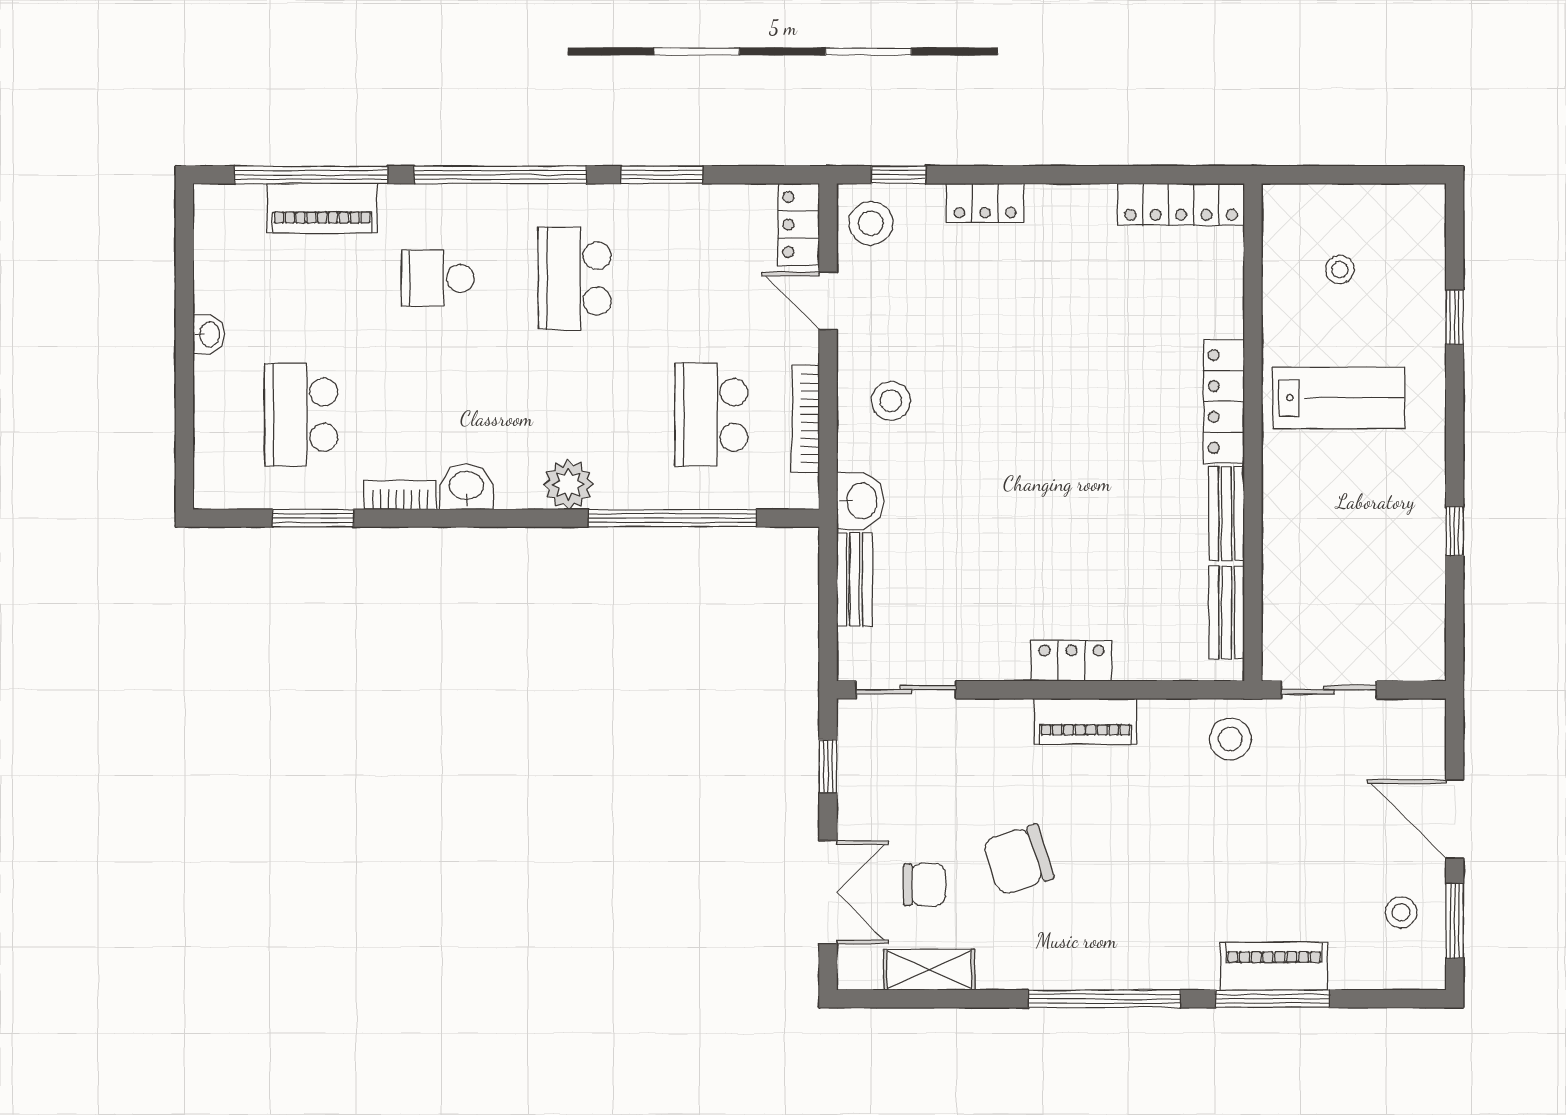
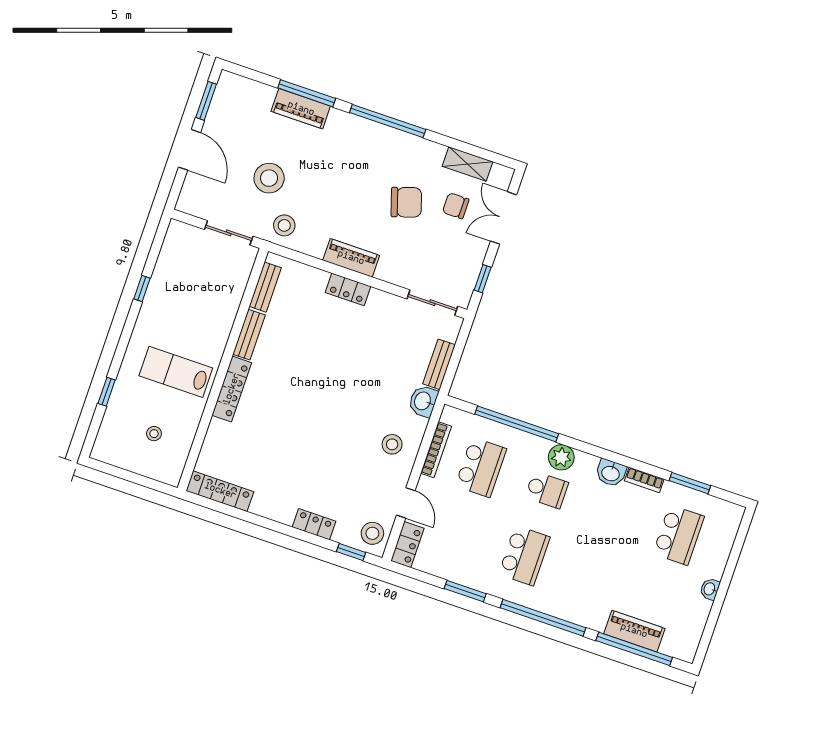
school desk: (438, 278) -> (547, 490), moved
stool: (1401, 912) -> (269, 178), moved, width x1.89, depth x1.89

